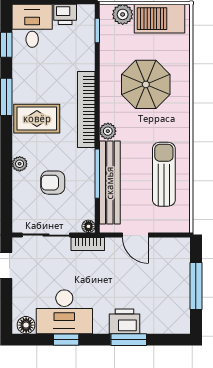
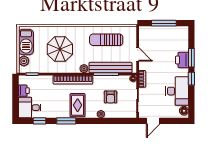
door: (135, 235) -> (138, 54), hinge flipped
window: (66, 340) -> (191, 79), moved

